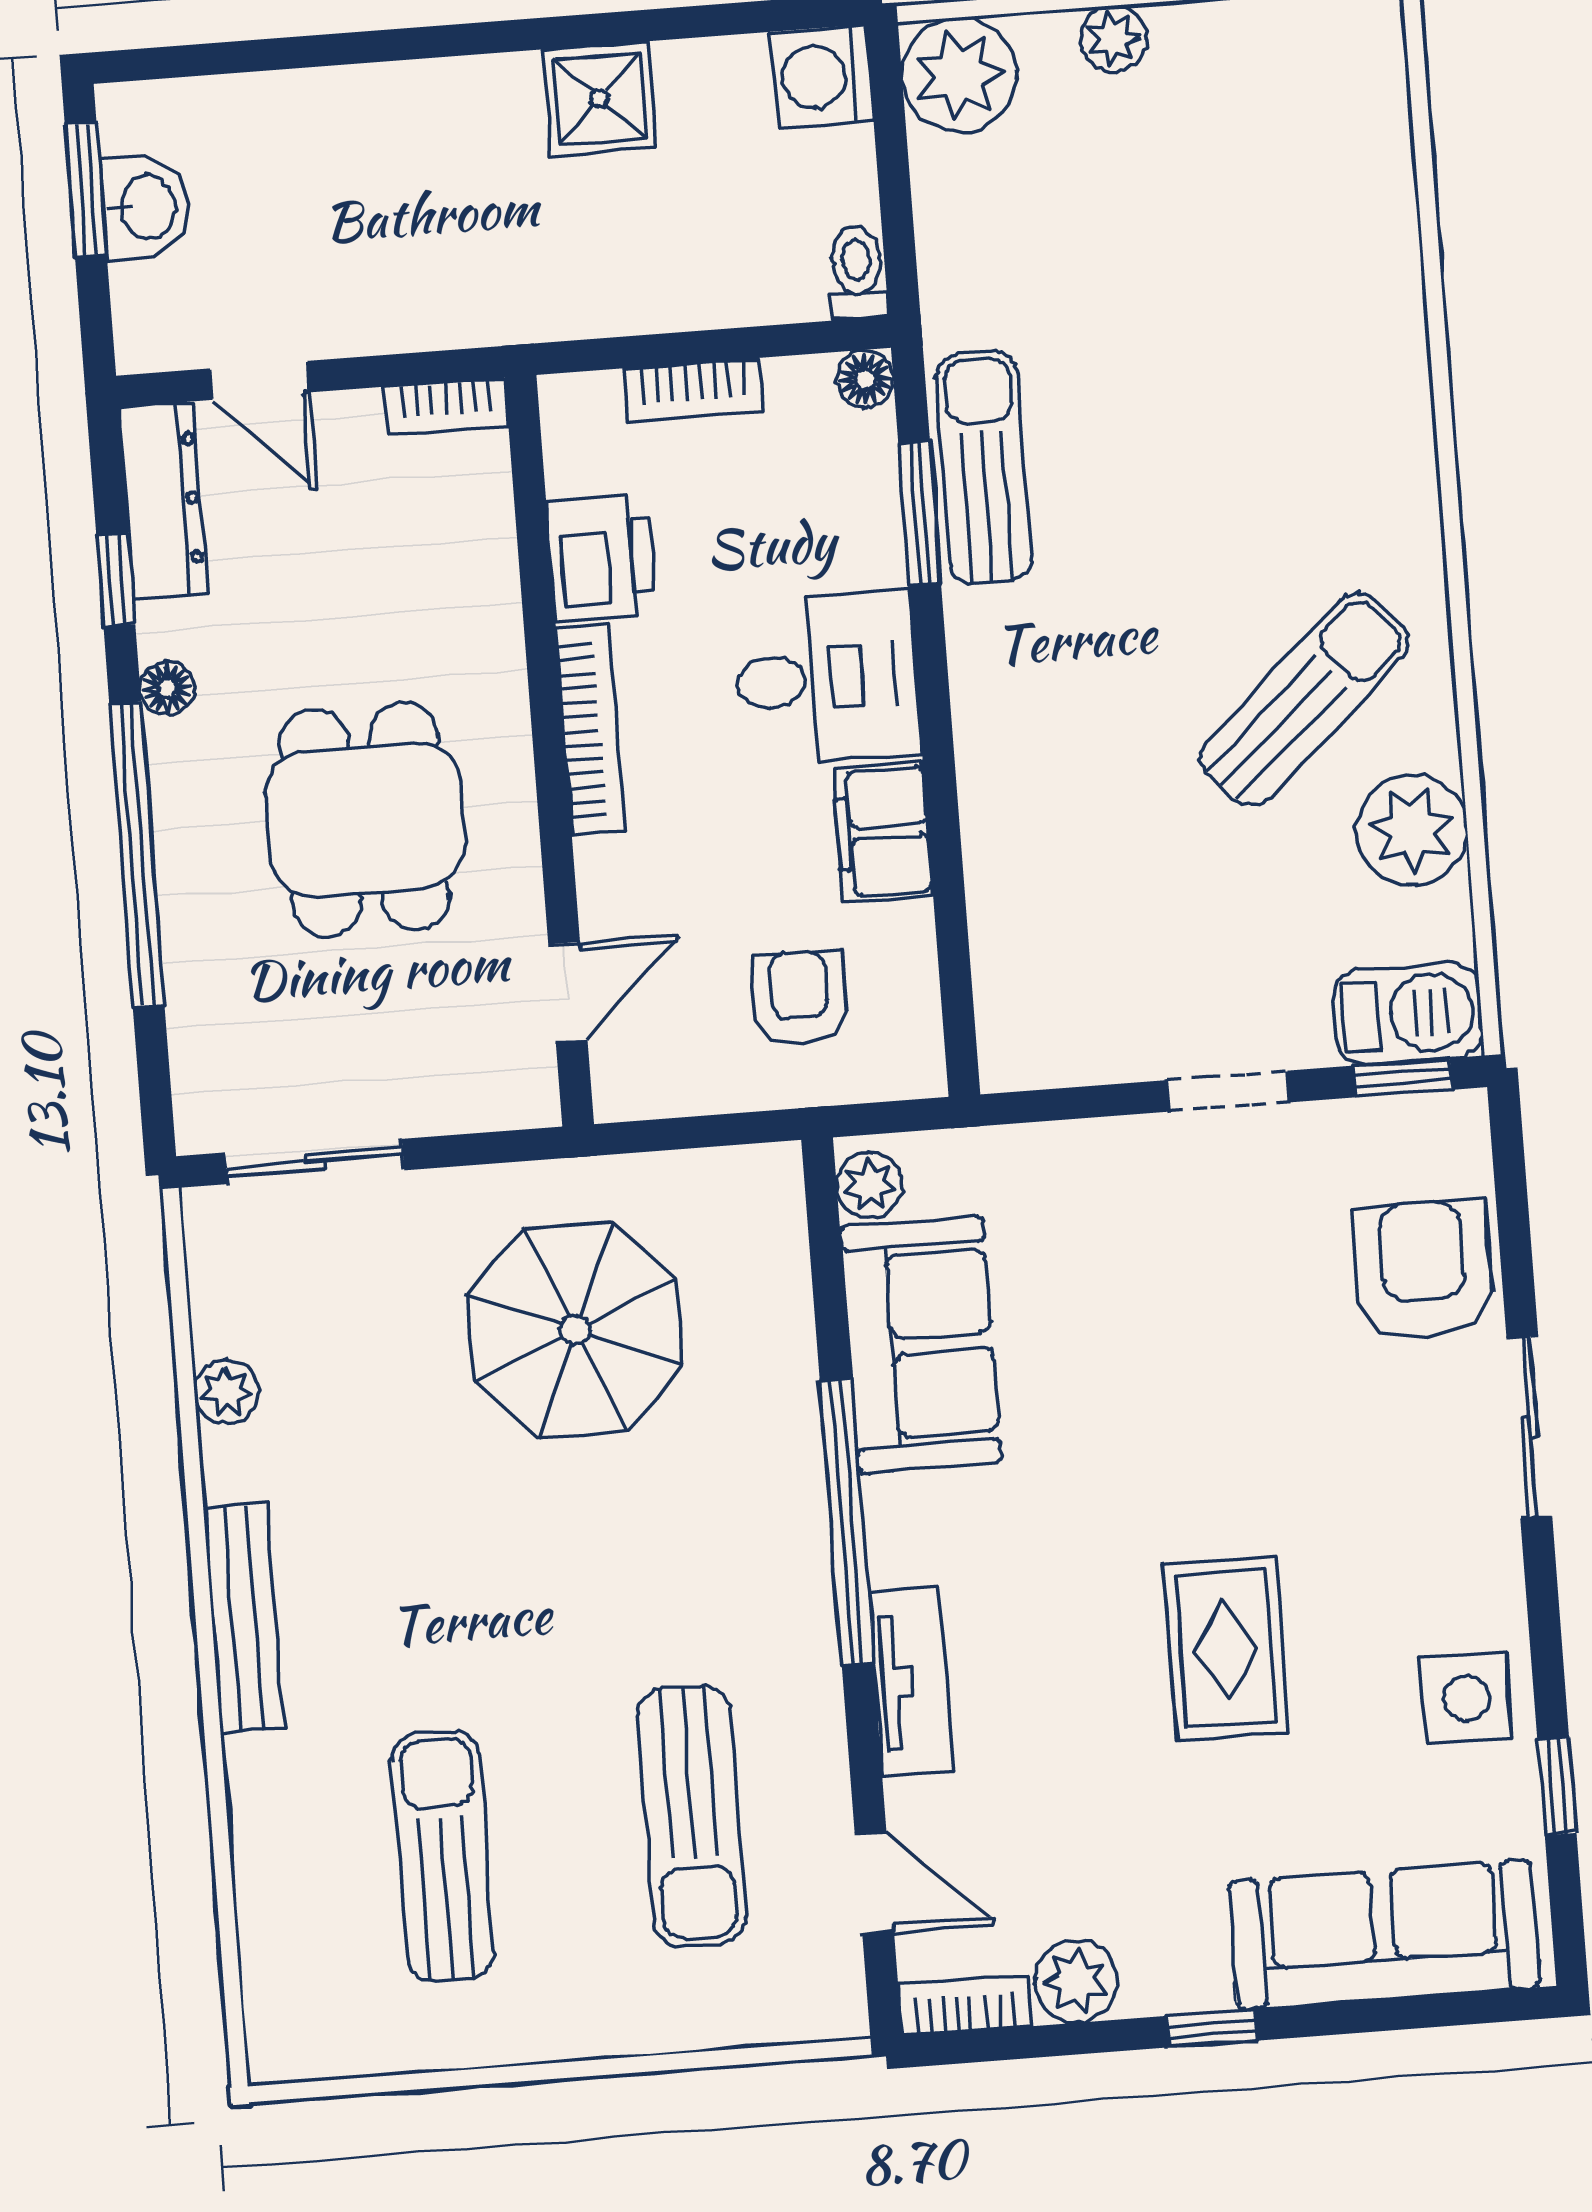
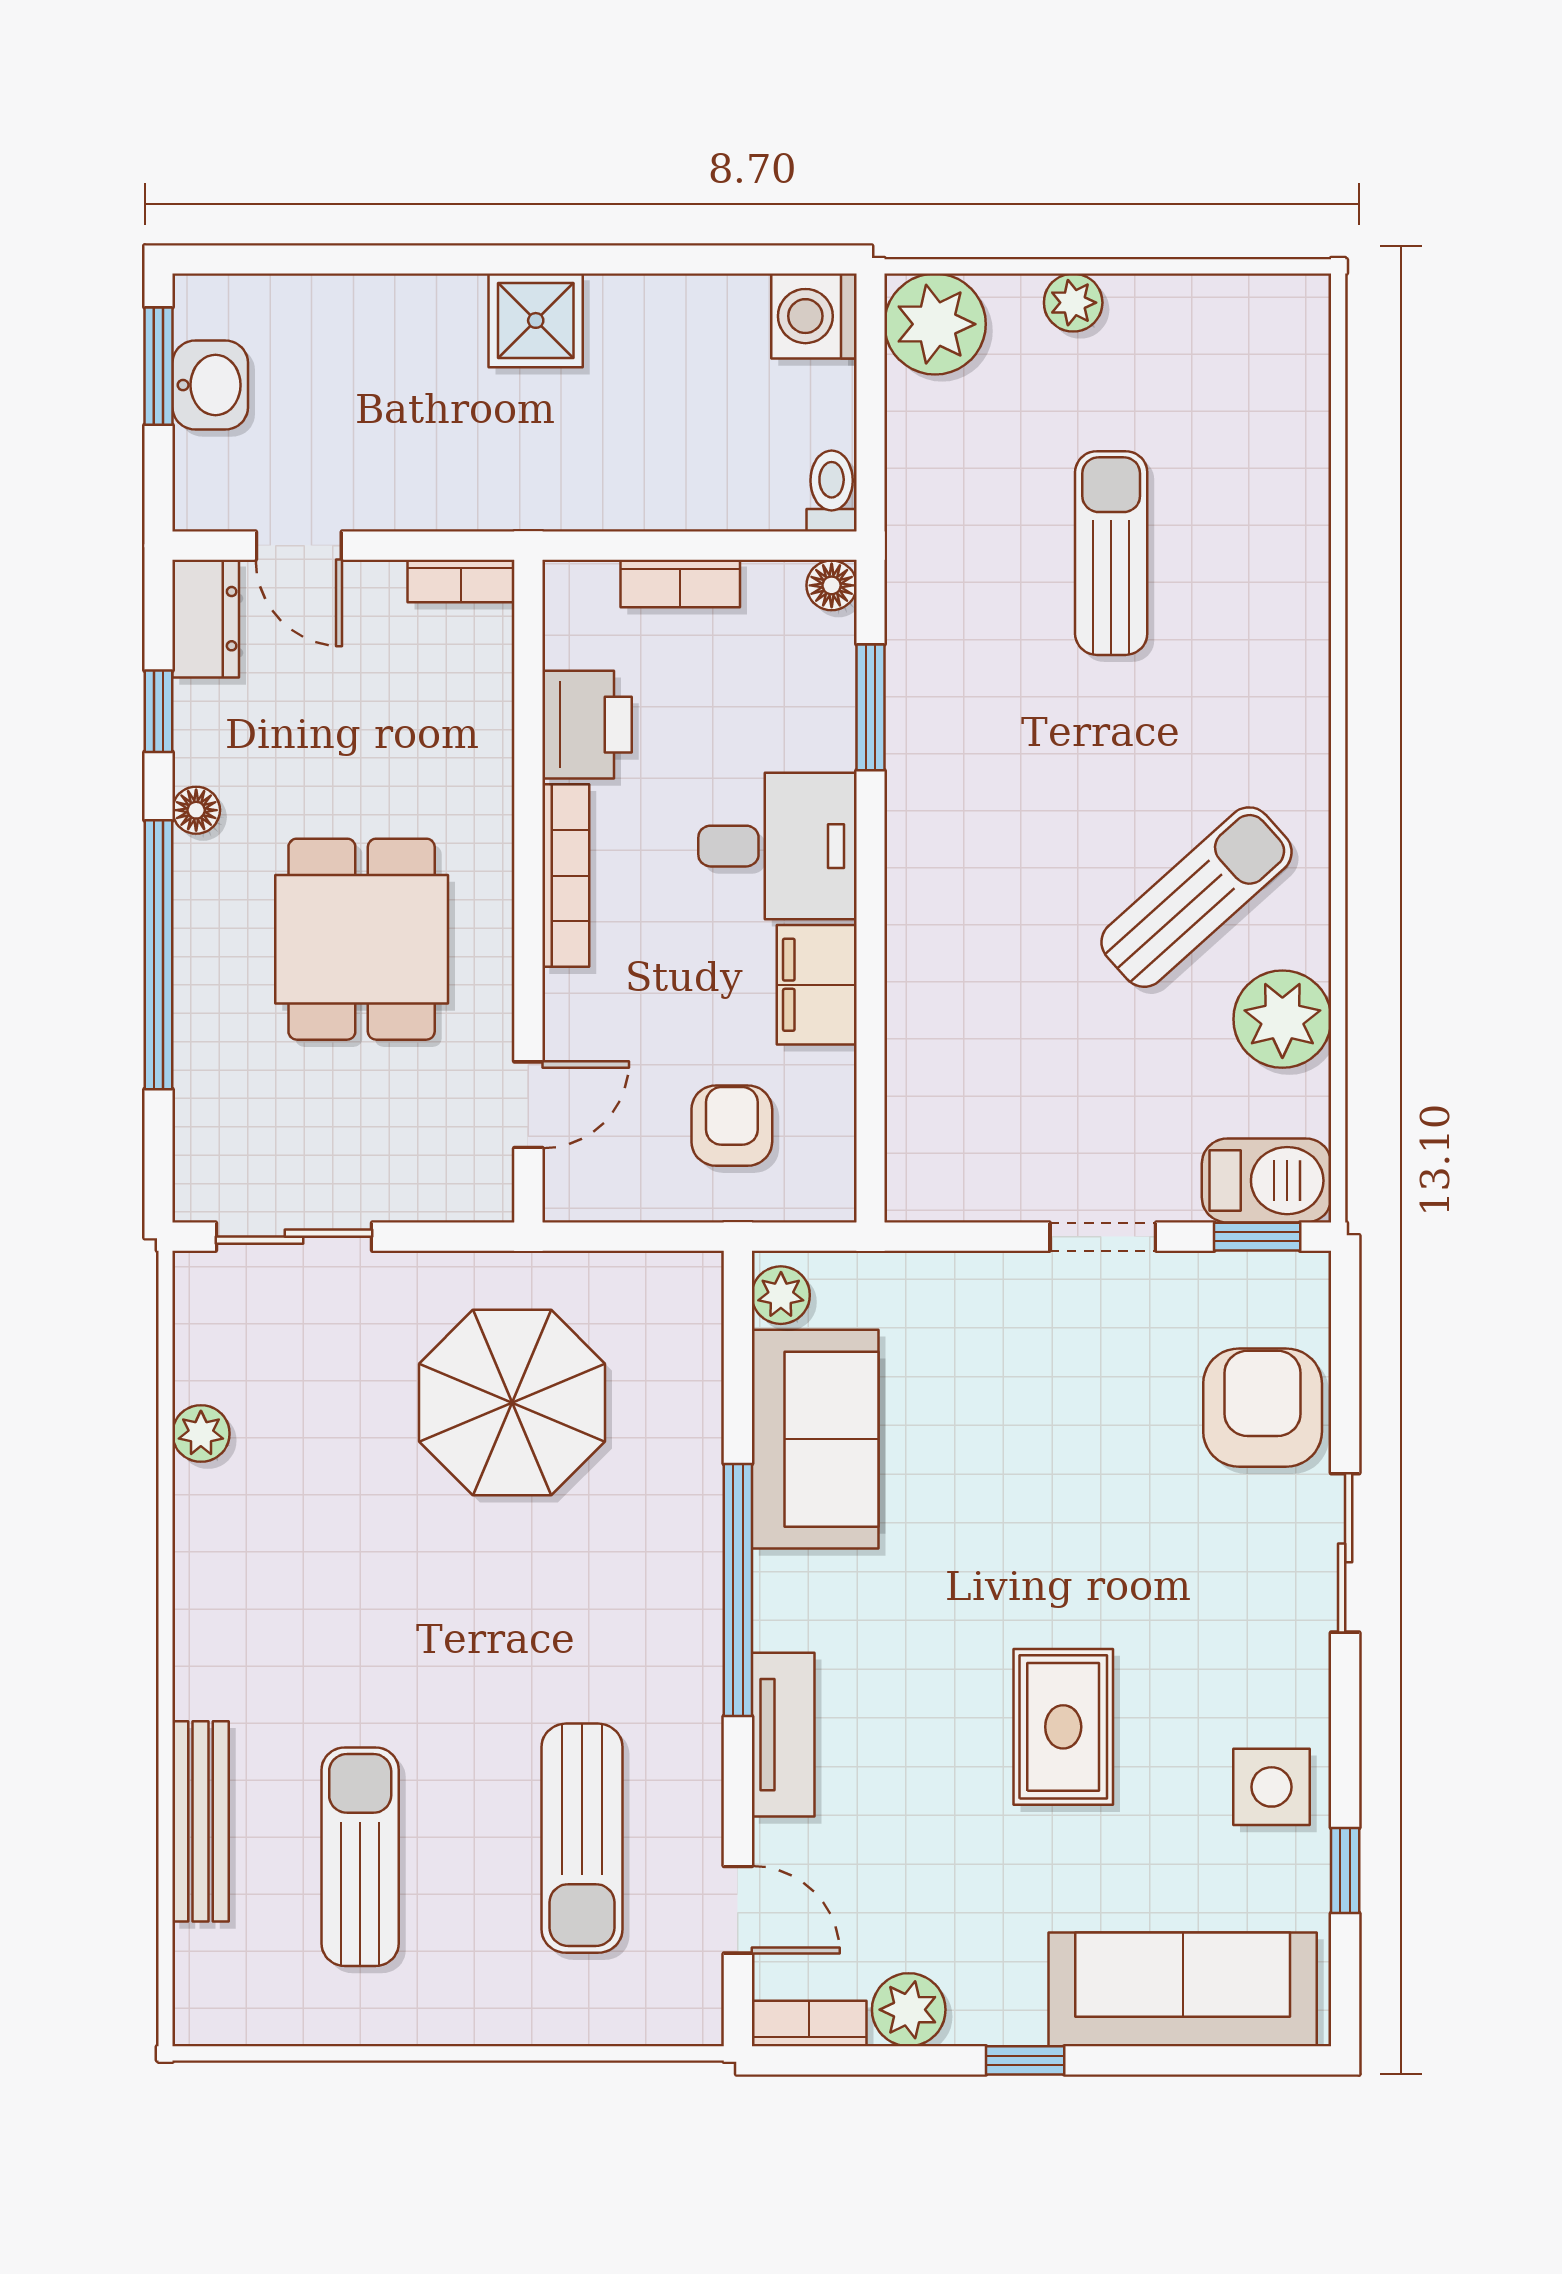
shower: (599, 98) -> (536, 320), moved
sun lounger: (984, 468) -> (1111, 553), moved
dresser: (163, 500) -> (206, 619), width x0.70
bench: (243, 1618) -> (201, 1821), moved

